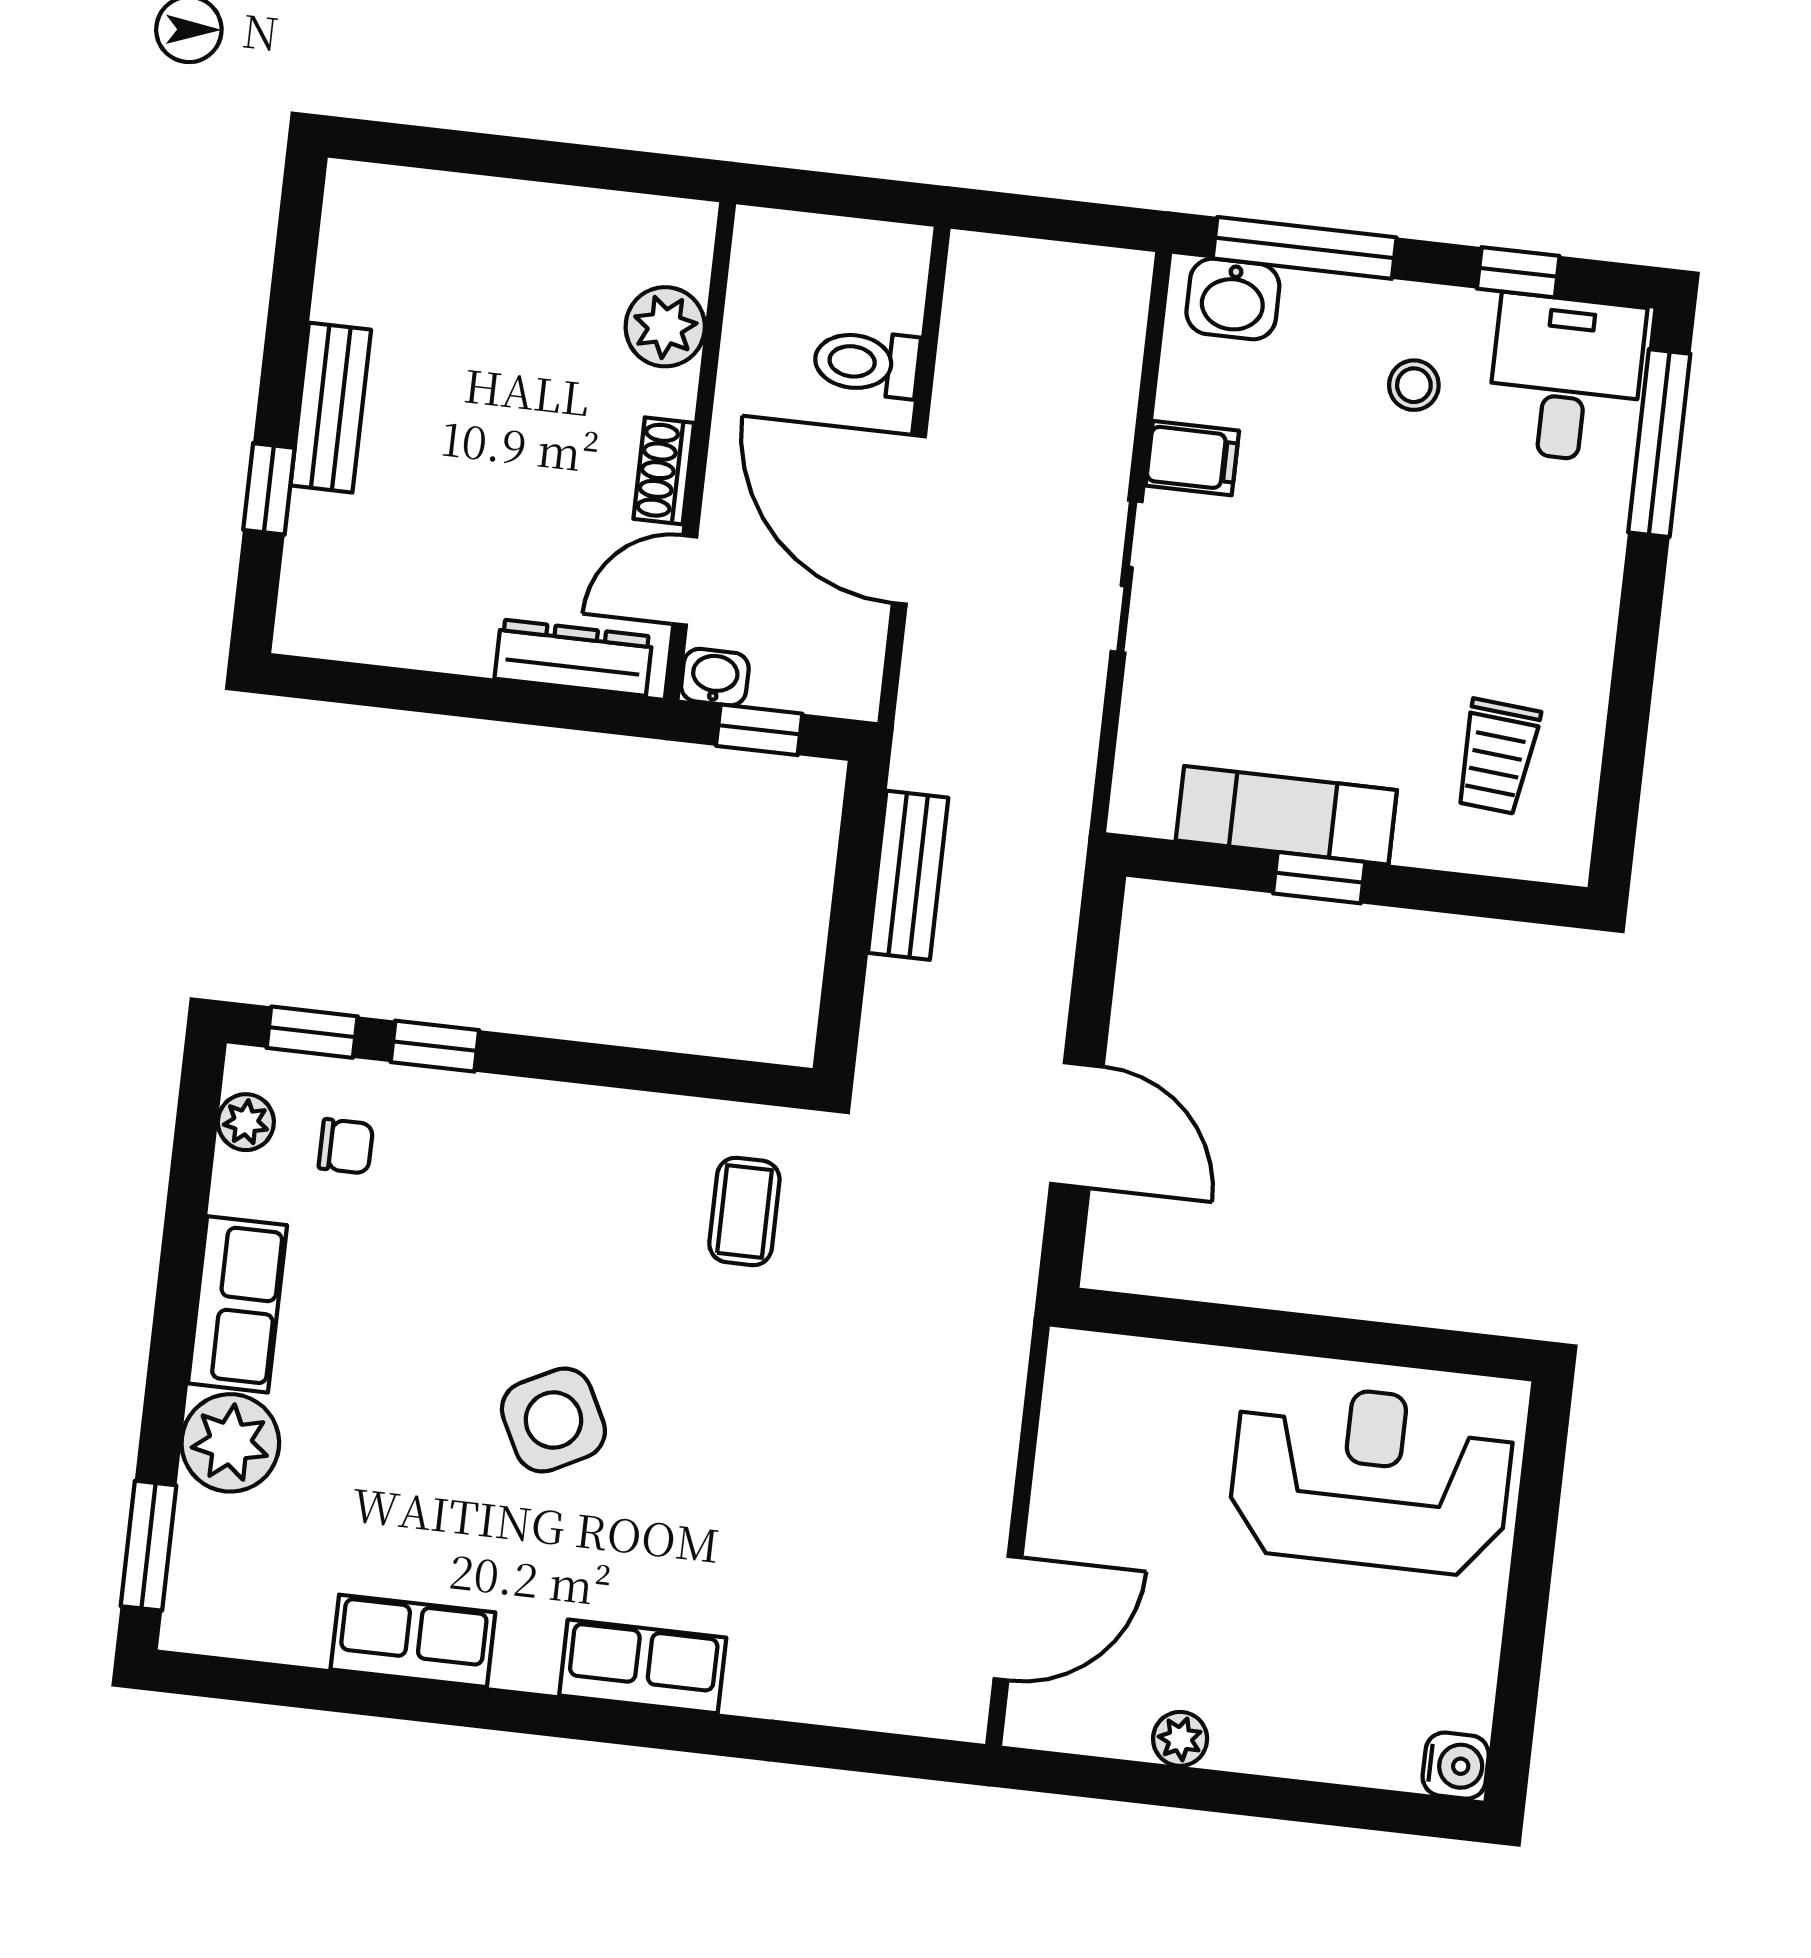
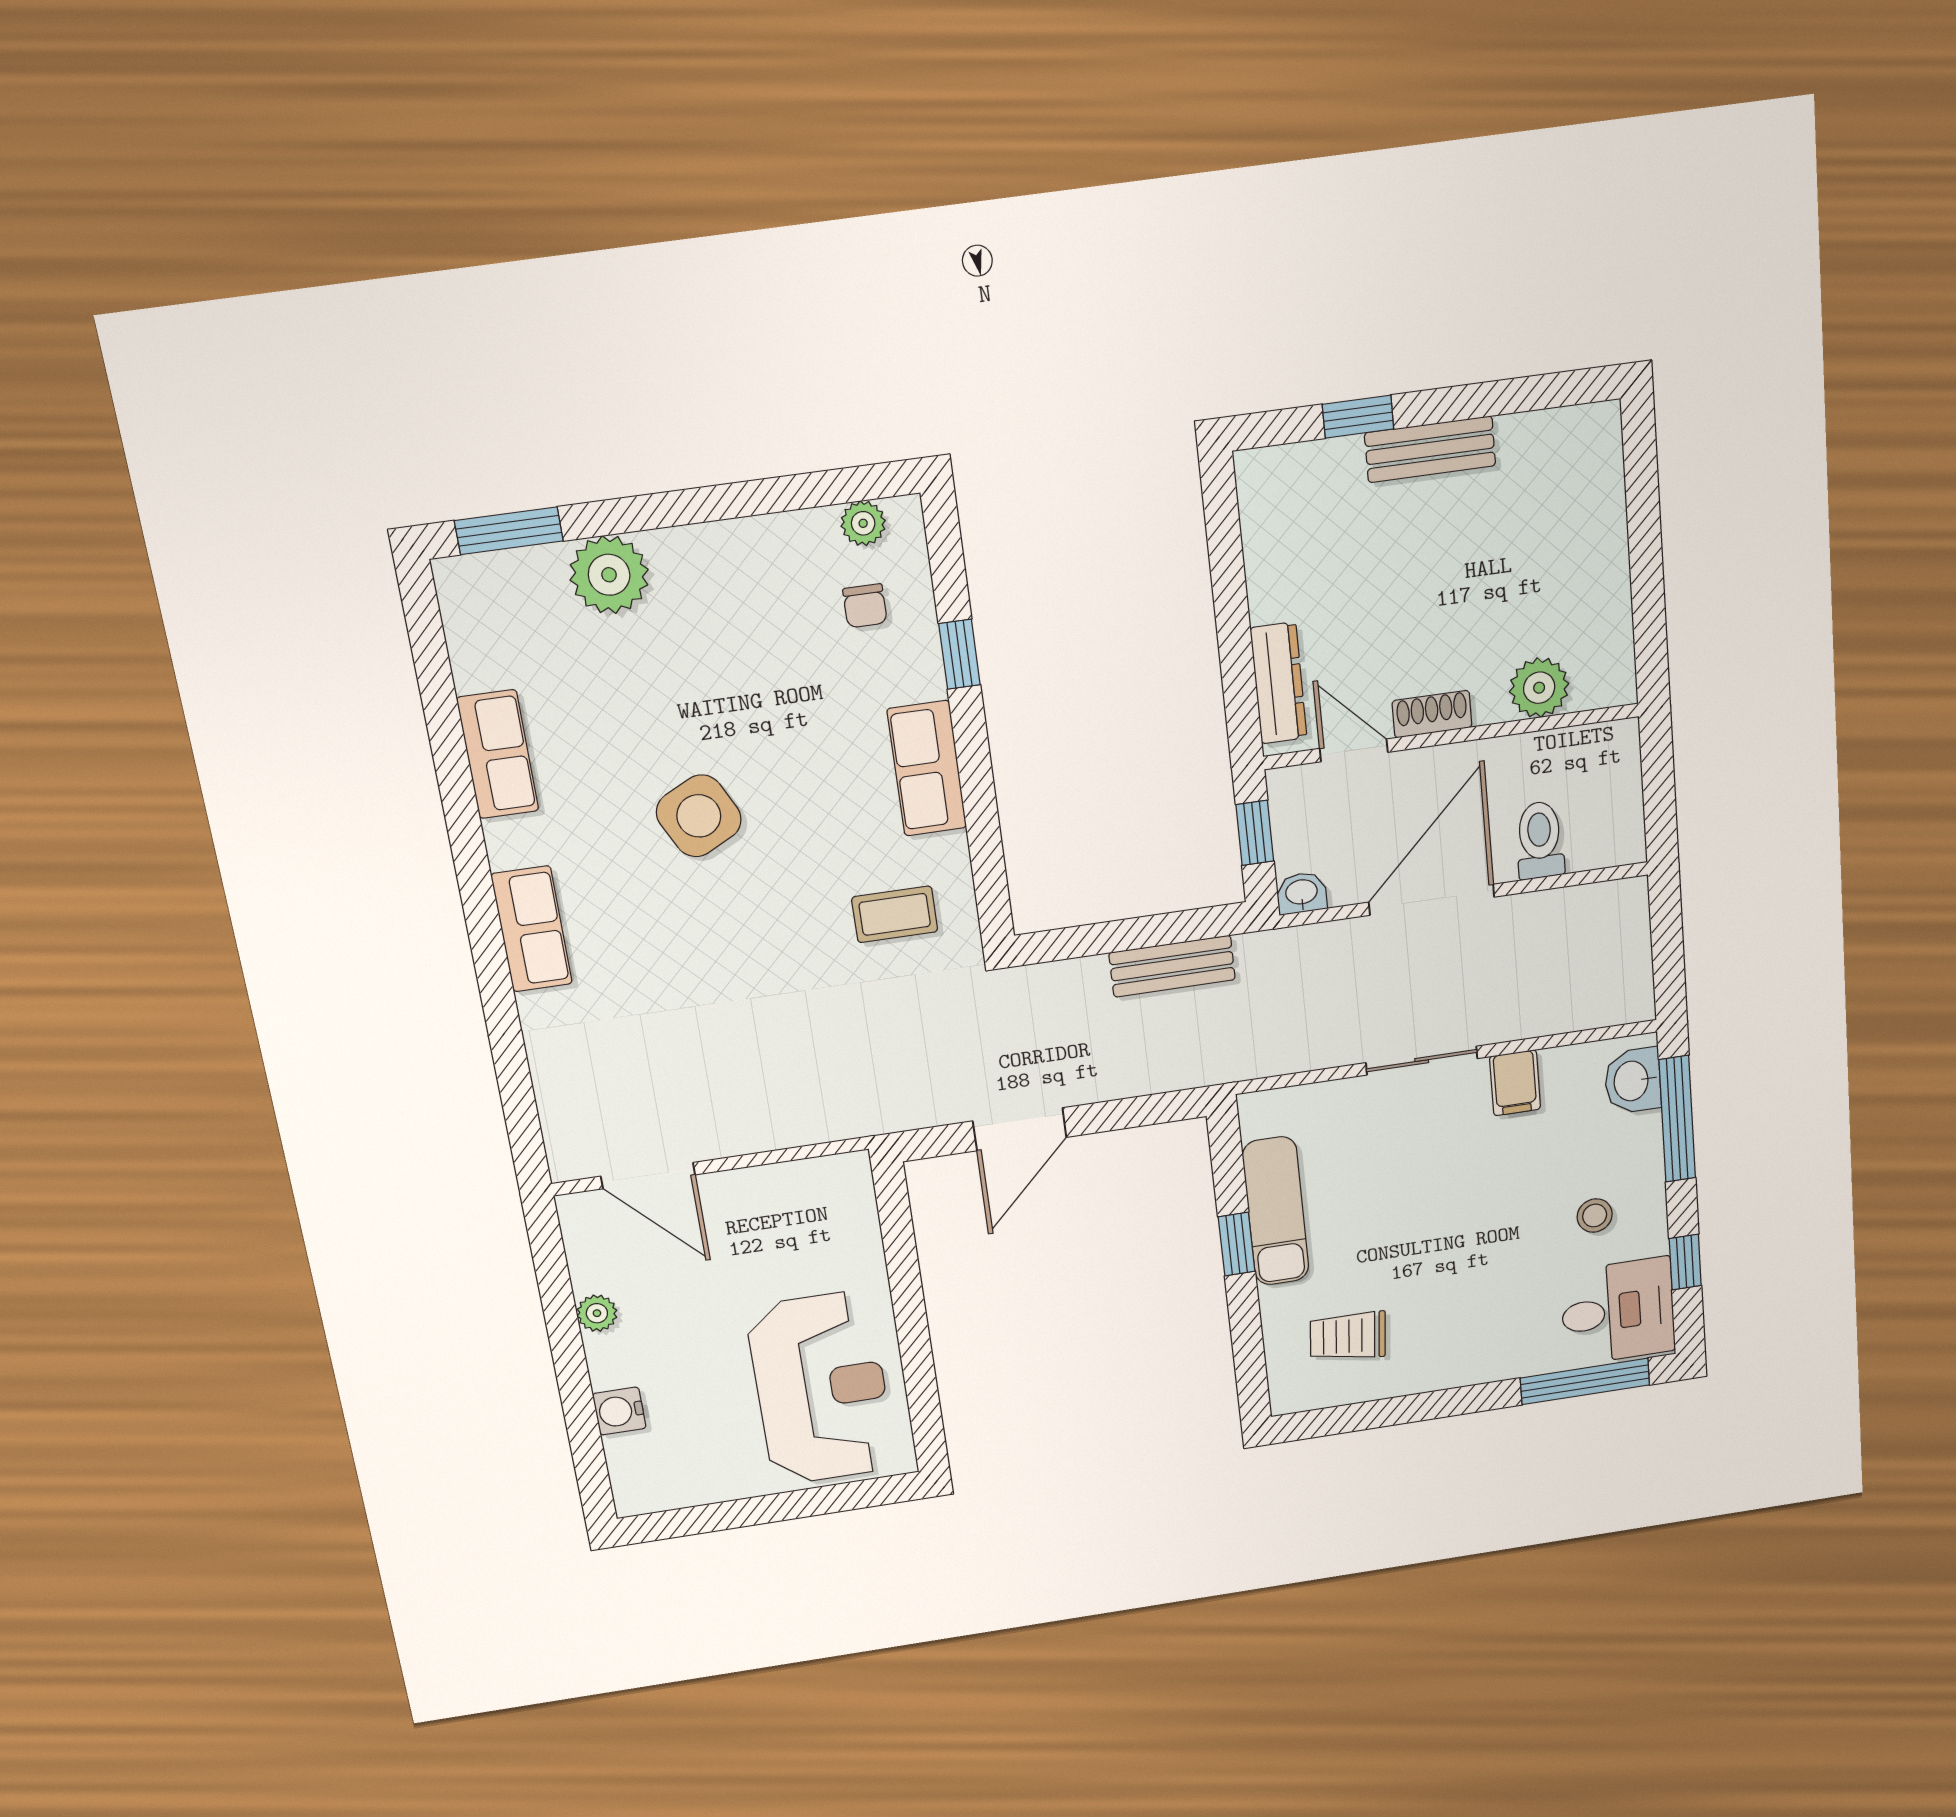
washbasin: (715, 677) -> (1302, 893), moved, turned -90
window: (312, 1032) -> (946, 557), removed
row of seats: (238, 1304) -> (927, 768), moved, turned 90
water cooler: (1456, 1766) -> (619, 1411), moved, turned 90

